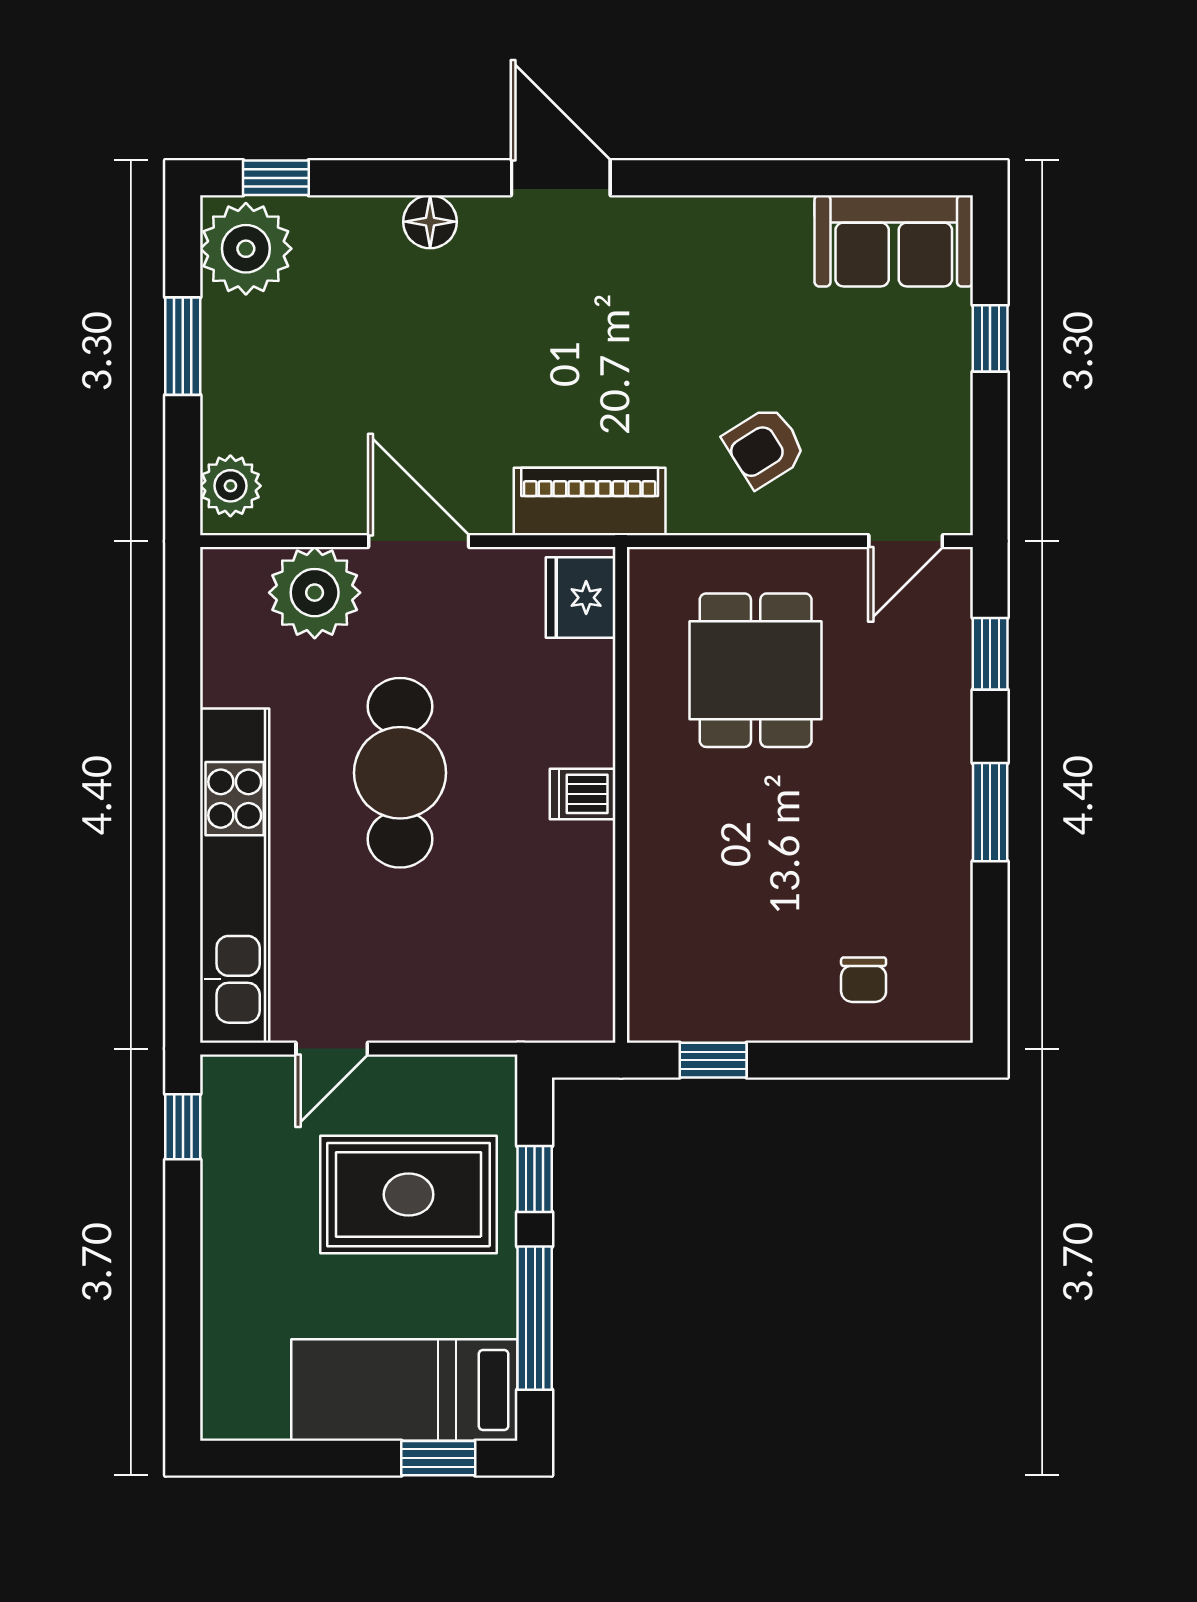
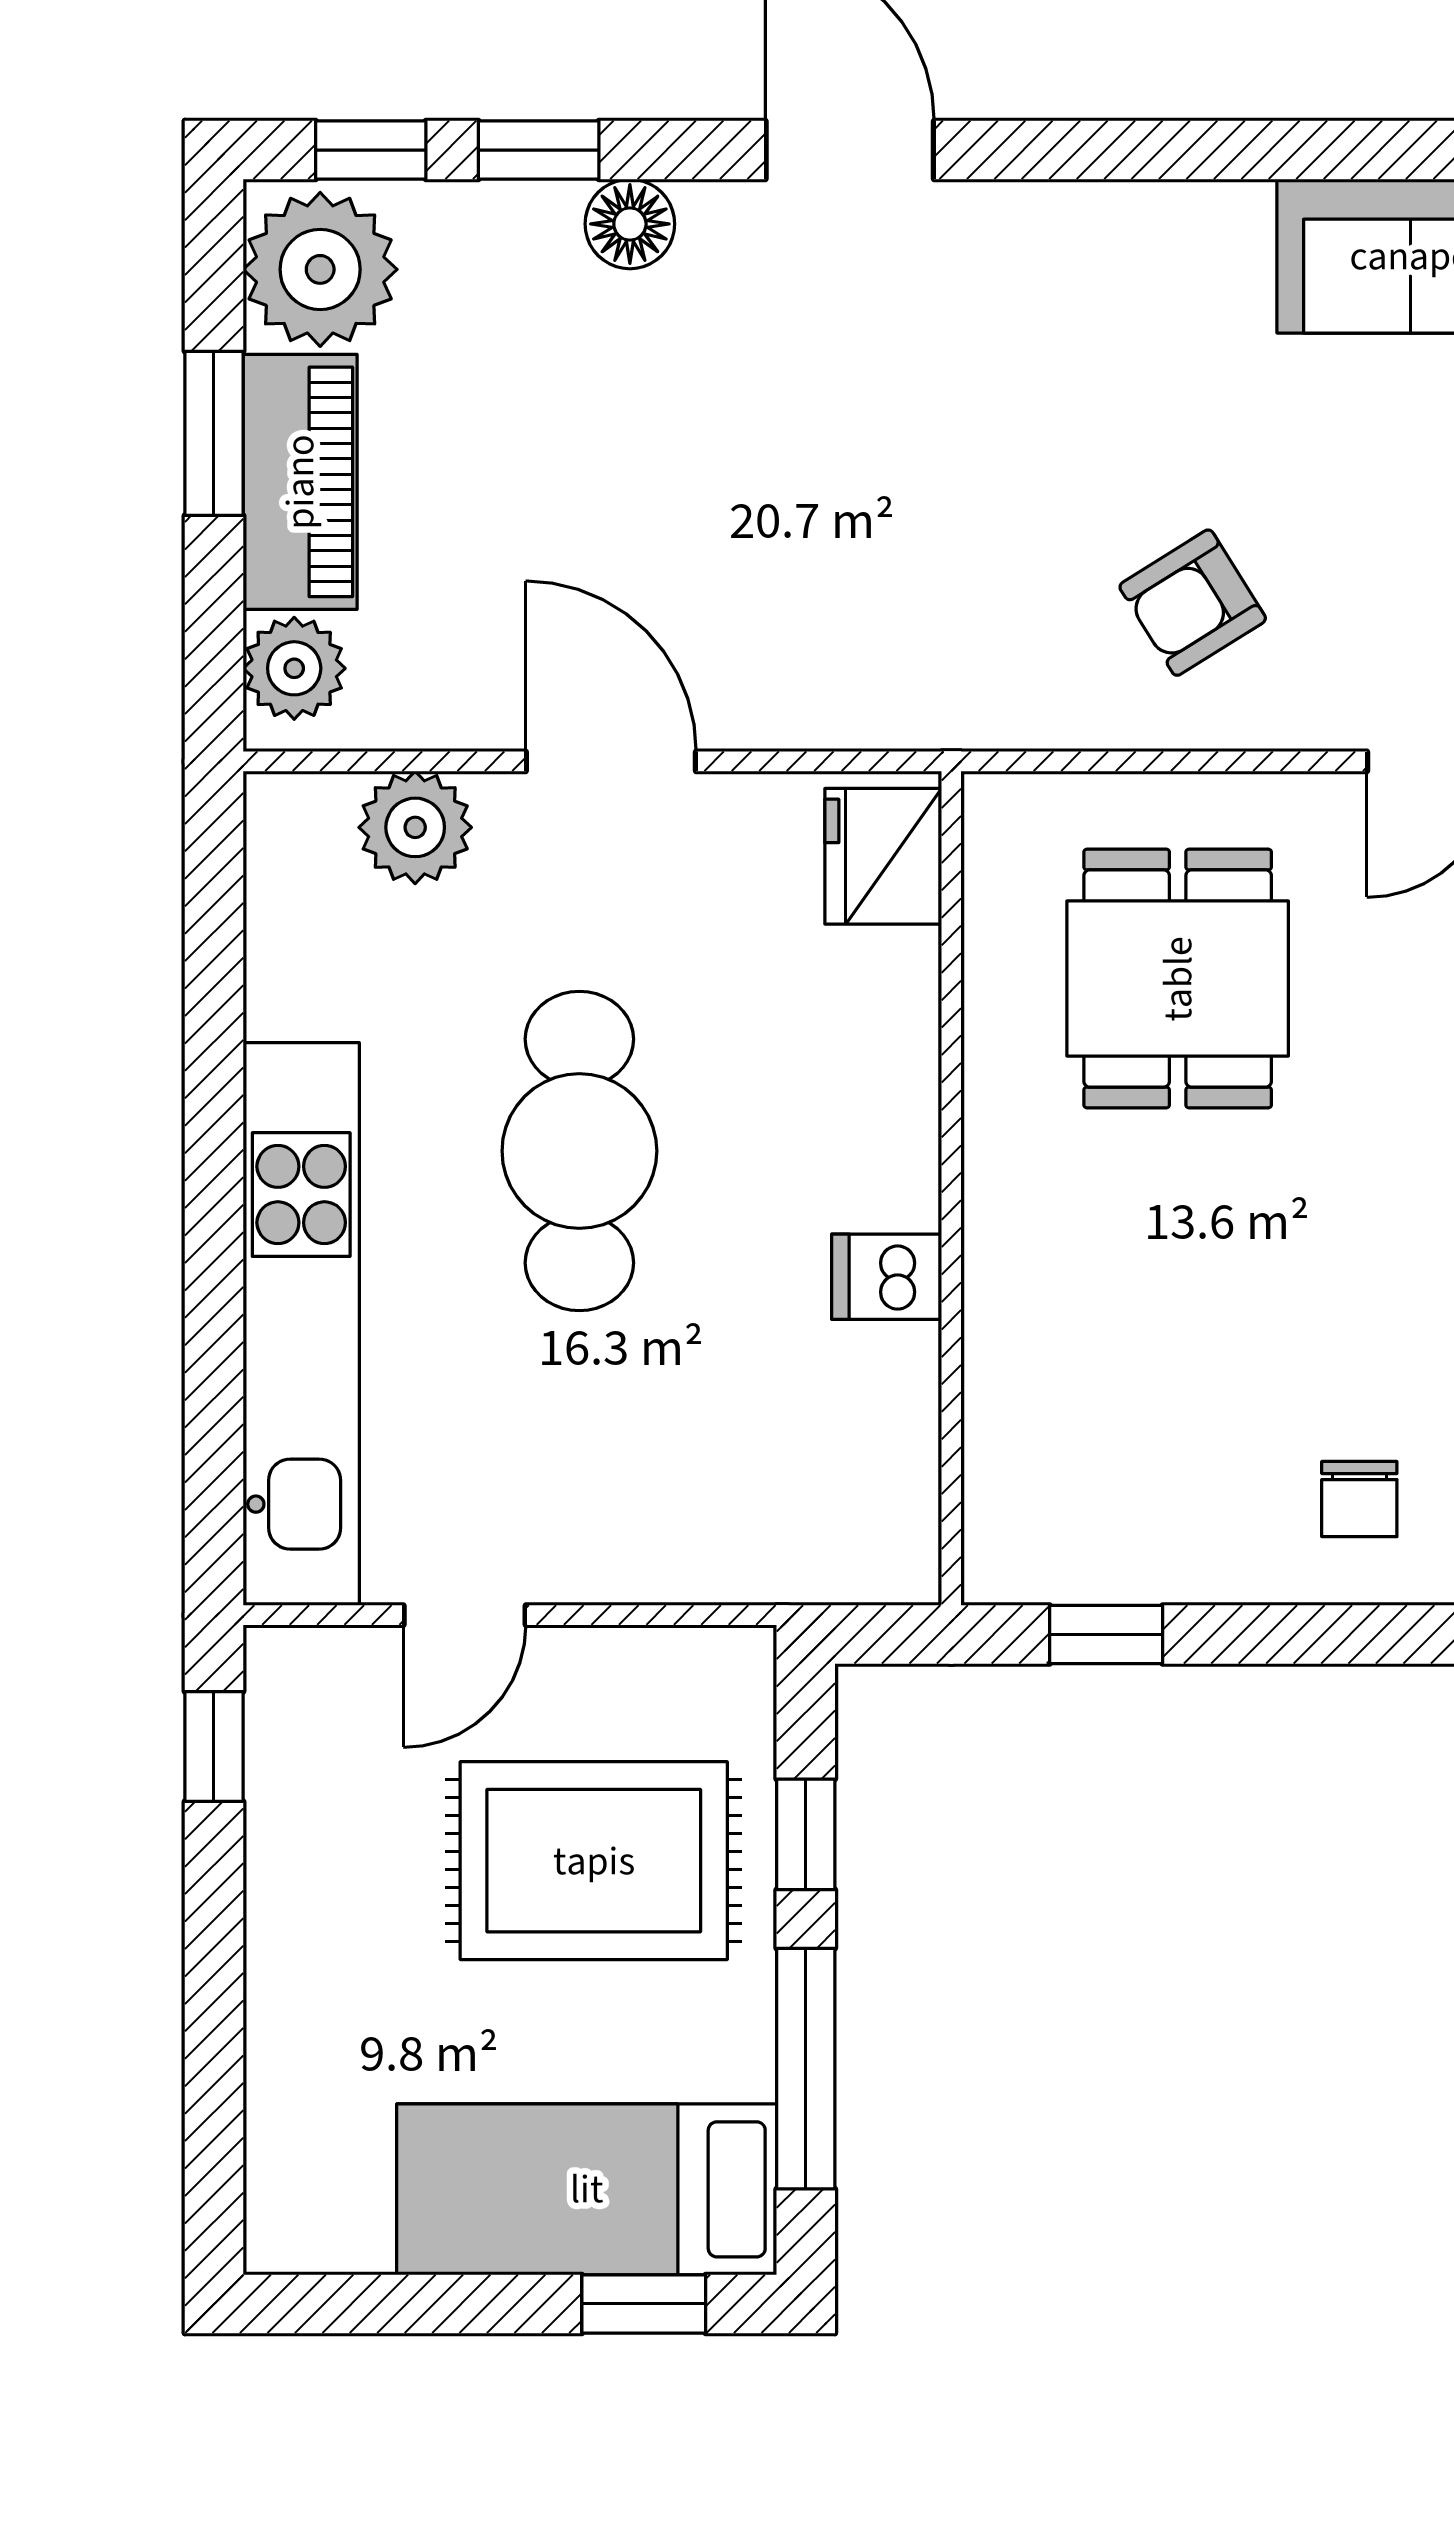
window: (376, 178) -> (539, 150), added
piano: (590, 501) -> (300, 482), moved, turned 90
plant: (315, 593) -> (415, 827), width x0.73, depth x0.73
dishwasher: (583, 794) -> (887, 1277), moved

